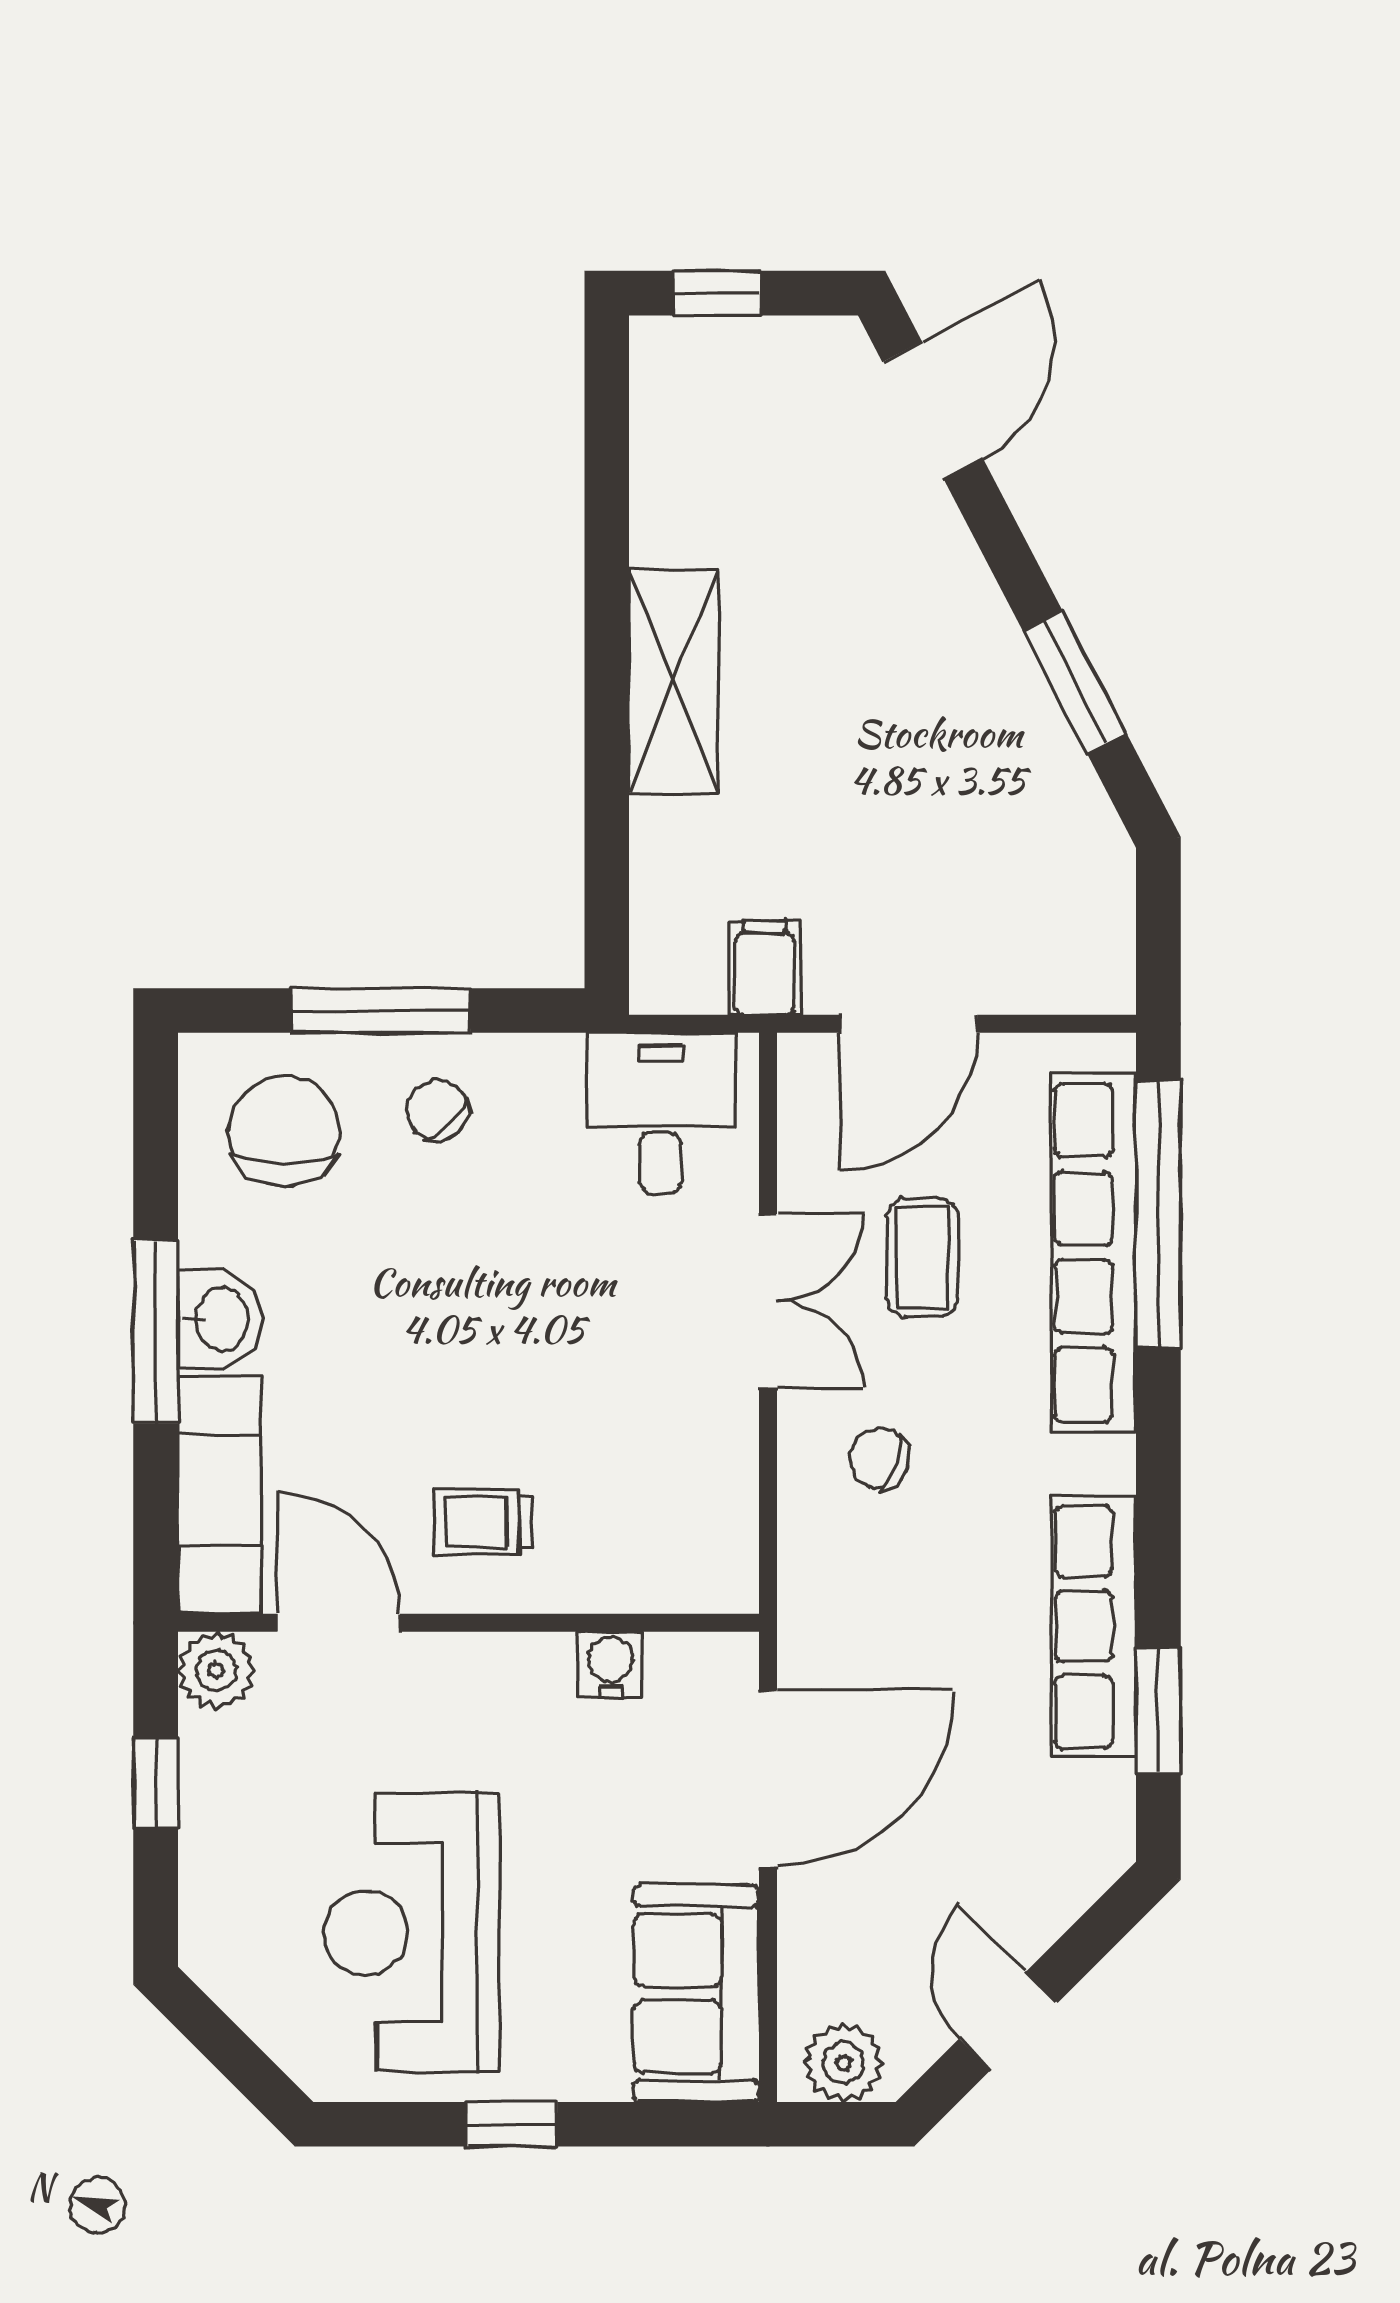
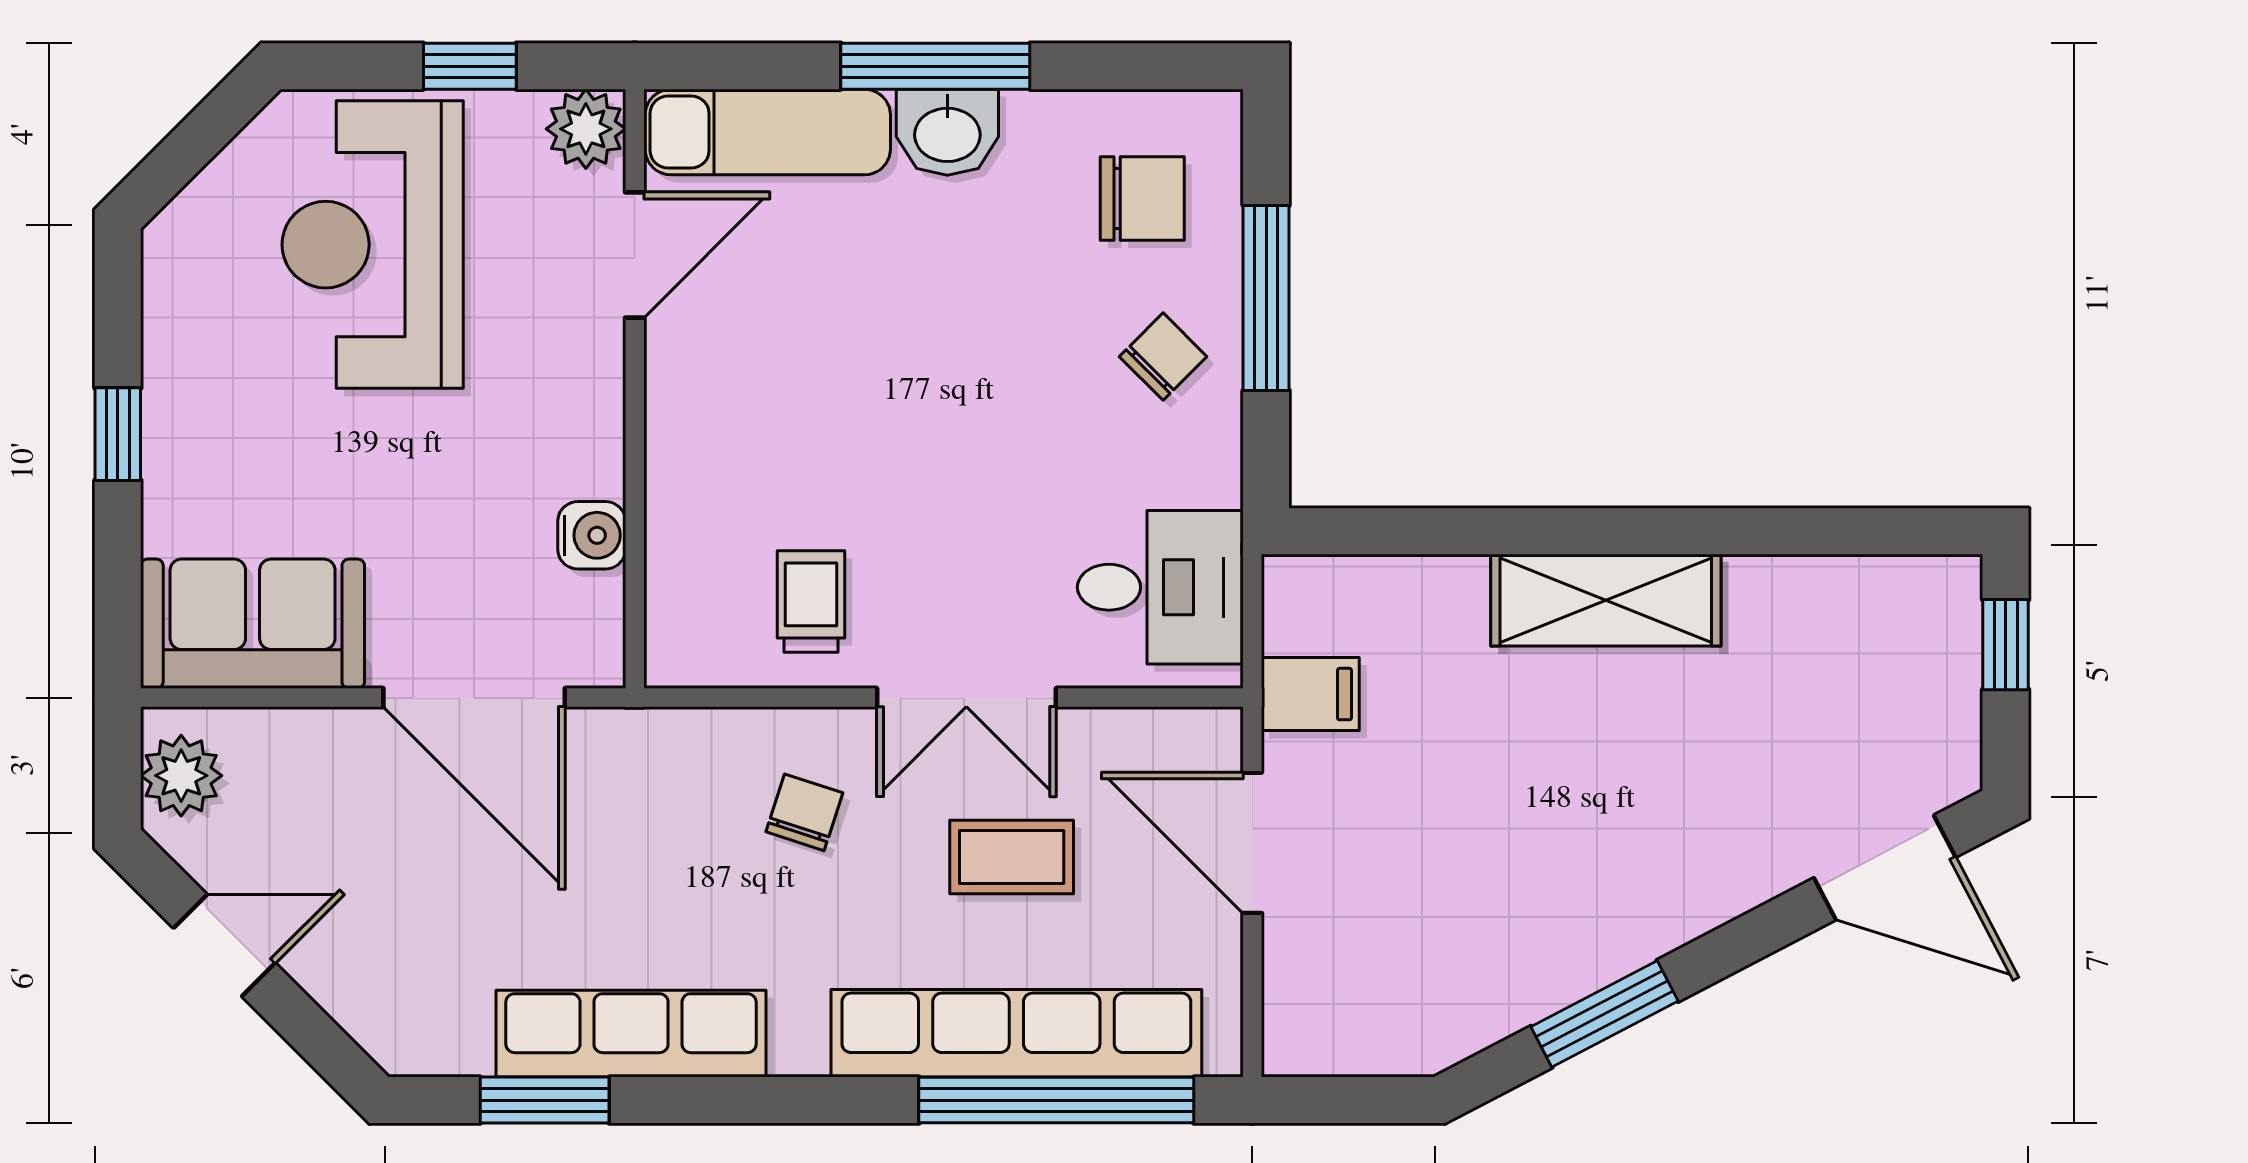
chair: (284, 1131) -> (1142, 199), width x0.73, depth x0.73
trolley: (483, 1522) -> (811, 602), moved
reception desk: (411, 1932) -> (373, 245), moved, turned -90

